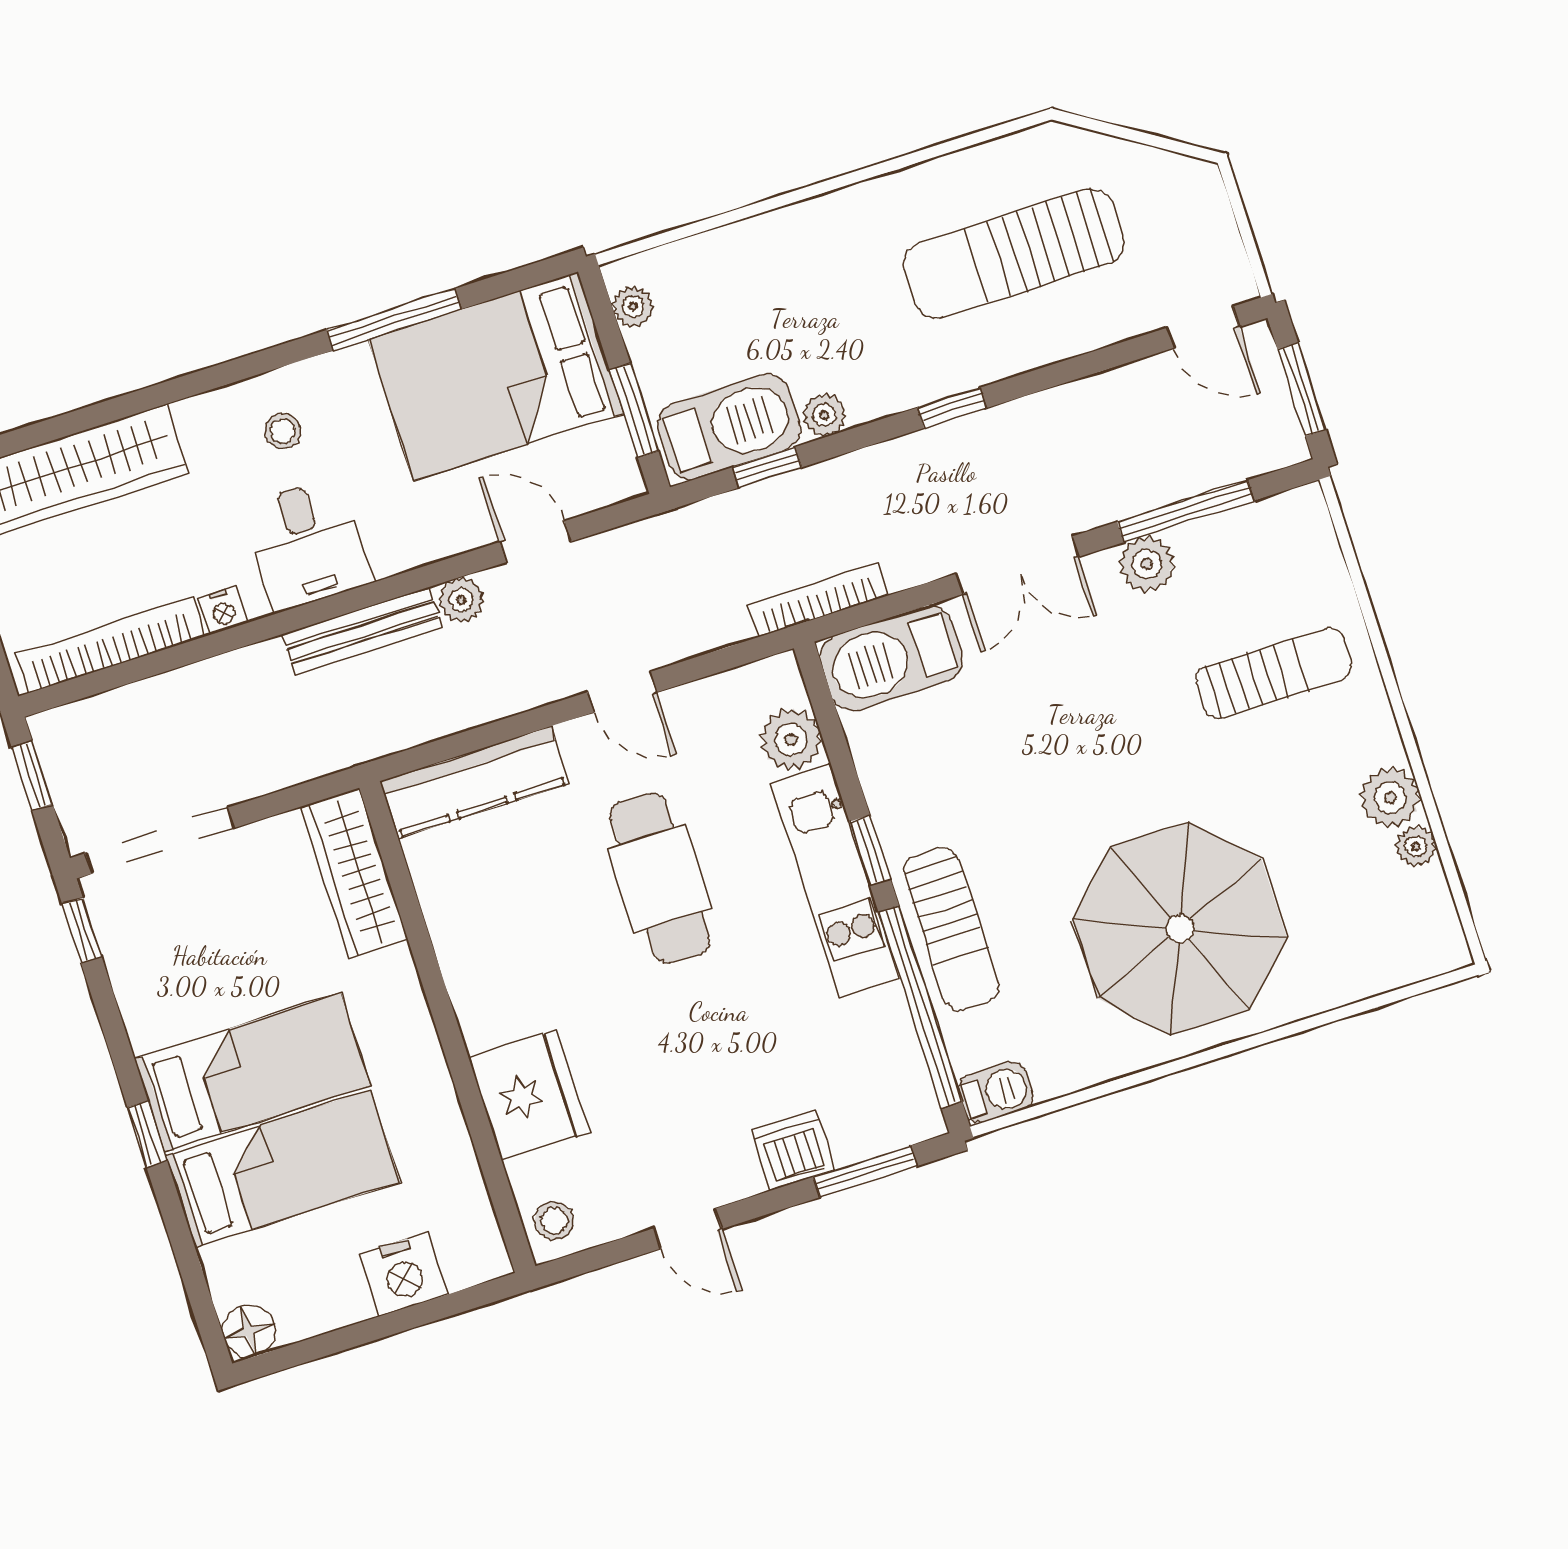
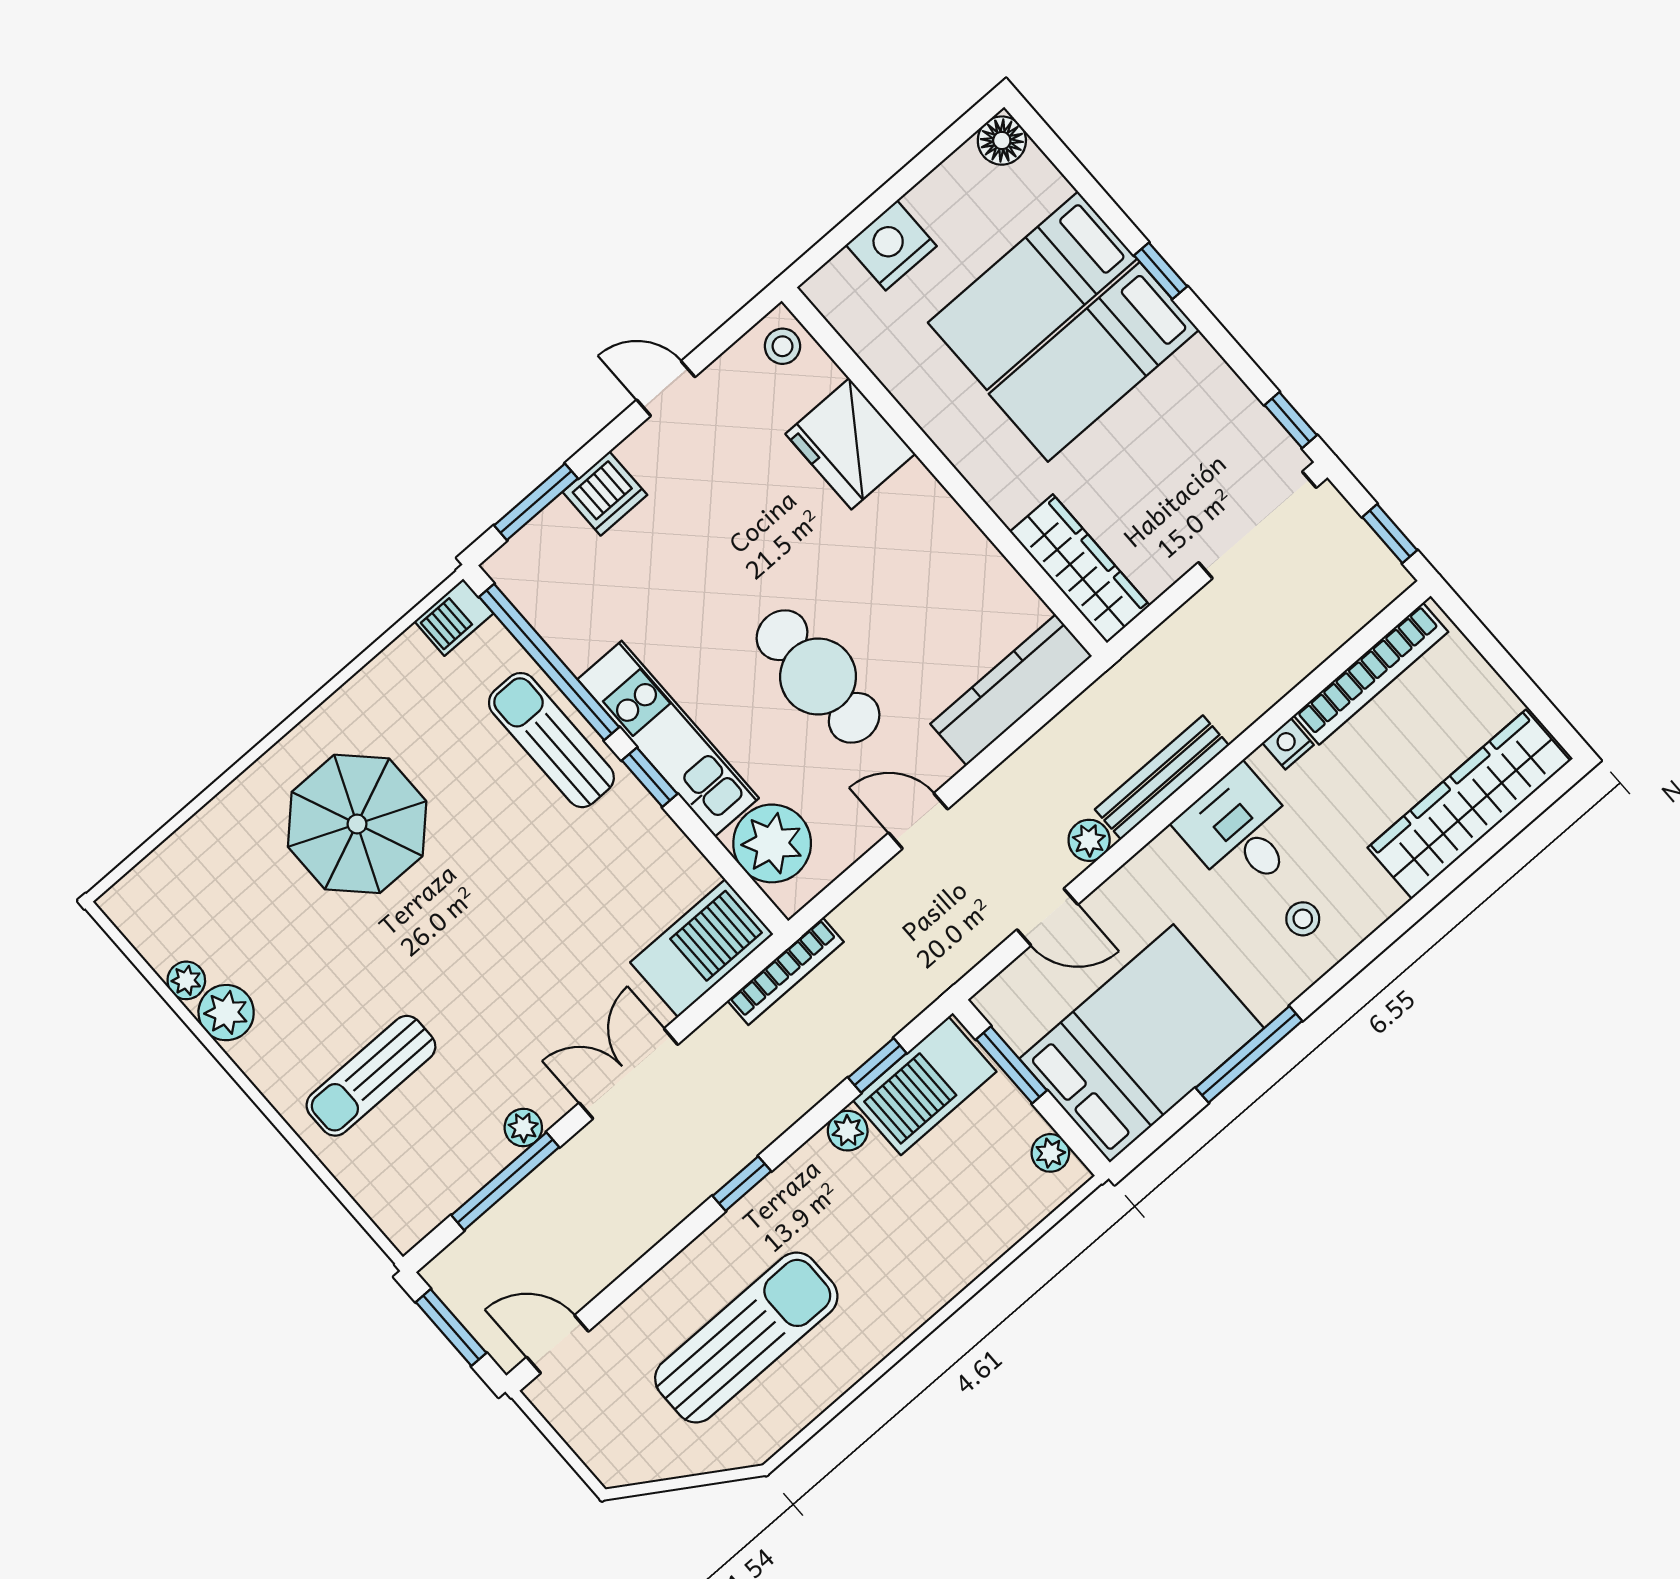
plant: (1147, 564) -> (523, 1128), width x0.73, depth x0.73
plant: (791, 739) -> (772, 843), width x1.36, depth x1.36
parasol: (1180, 929) -> (357, 824), width x0.73, depth x0.73

